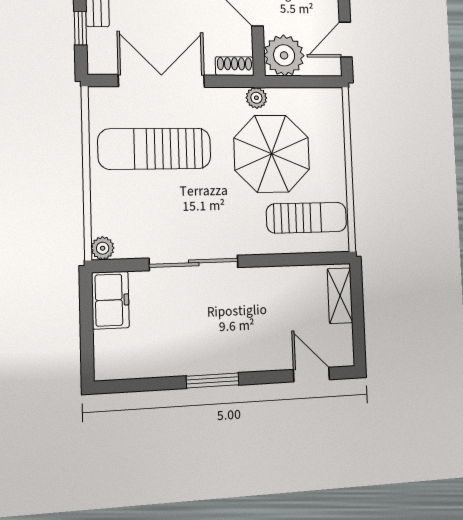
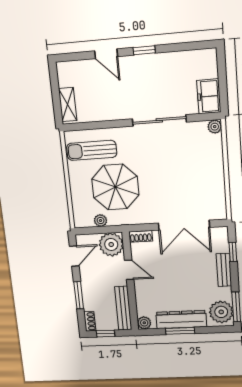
plant: (256, 98) -> (101, 221), moved
sun lounger: (155, 149) -> (186, 186), removed
door: (311, 375) -> (106, 54), moved
window: (213, 380) -> (144, 50), width x0.67

